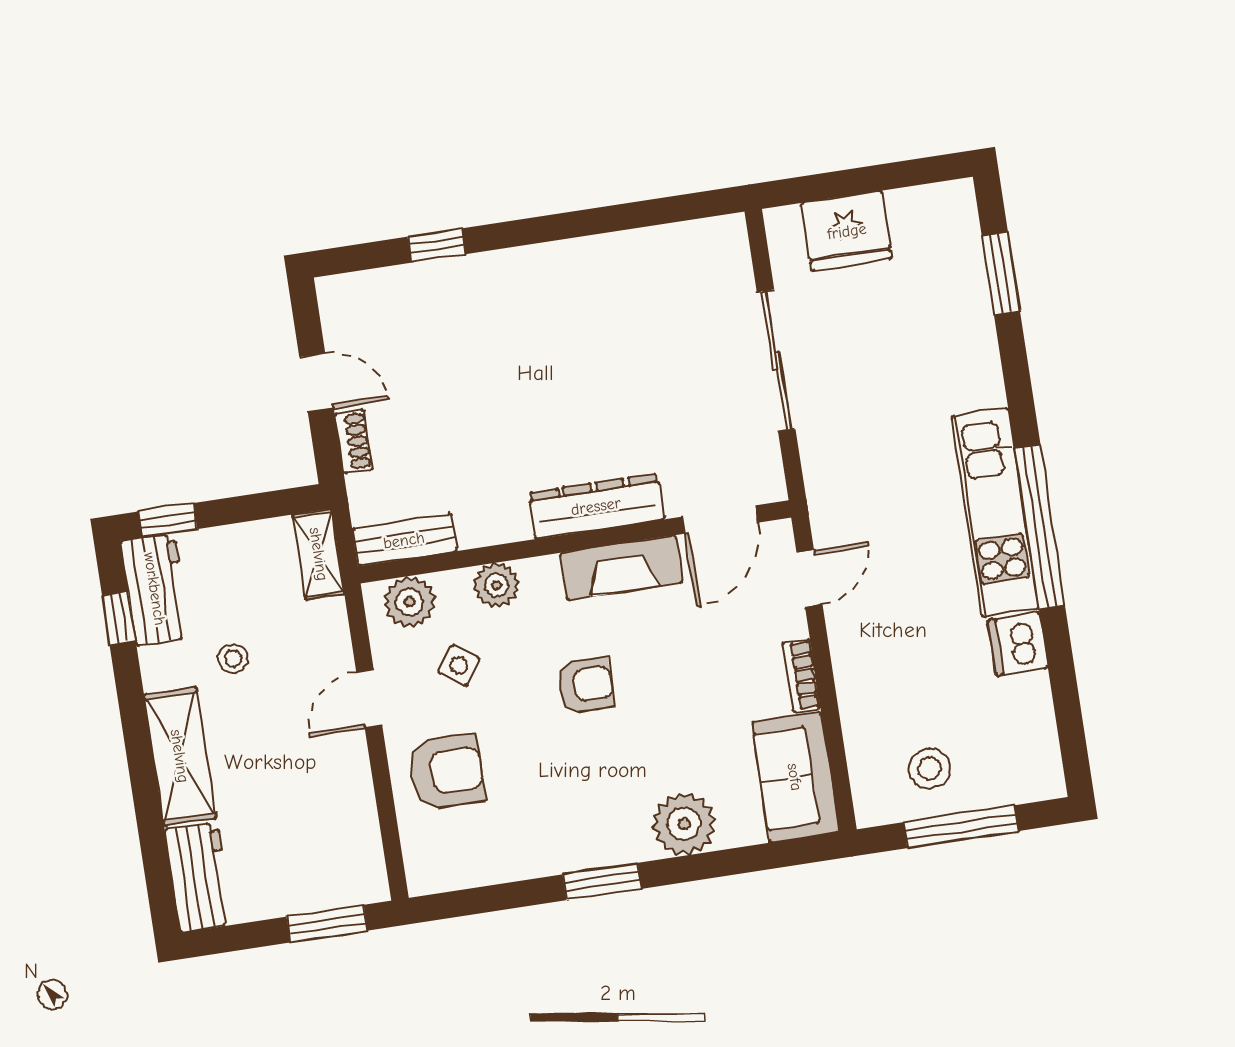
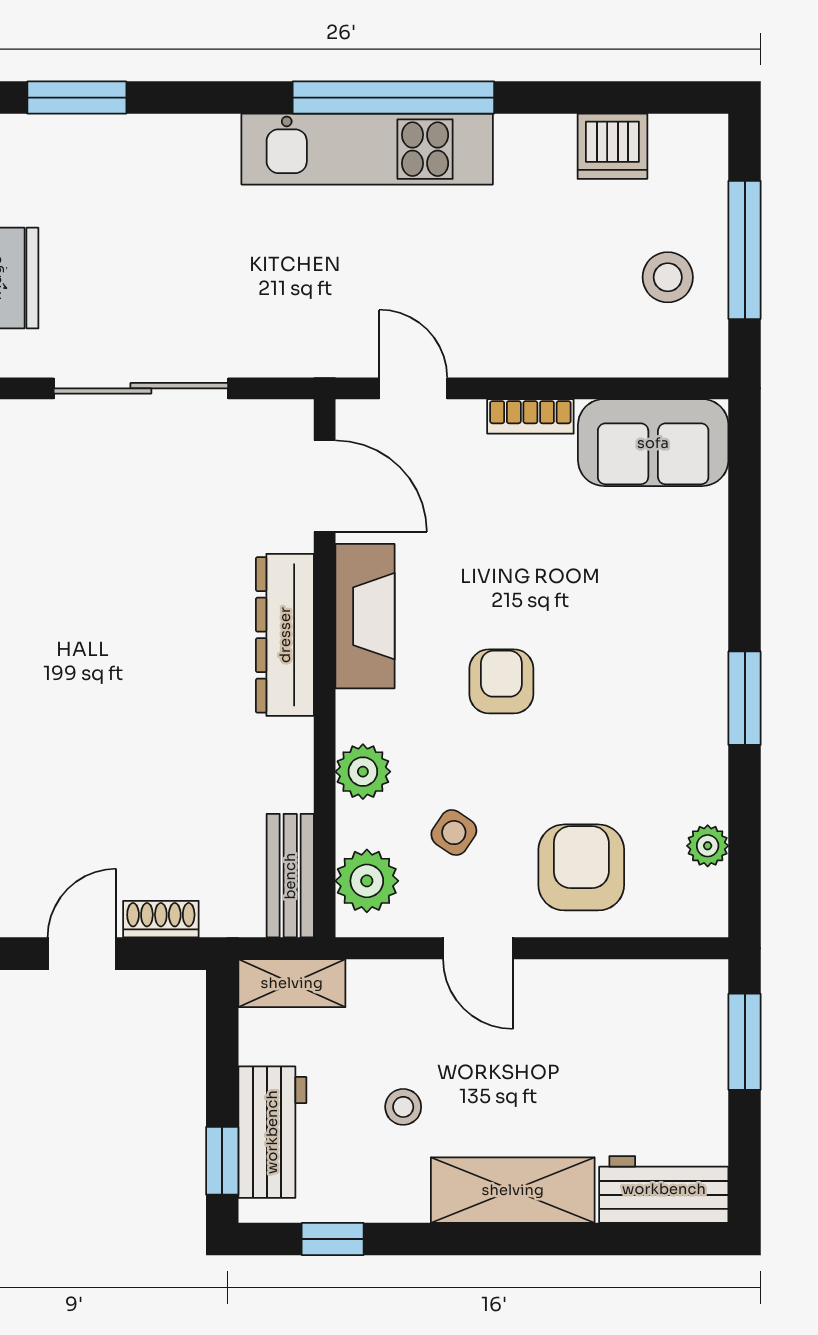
workbench: (155, 589) -> (272, 1132), moved, turned 90
dishwasher: (1018, 644) -> (612, 146), moved
plant: (684, 824) -> (708, 846), moved, width x0.53, depth x0.53

